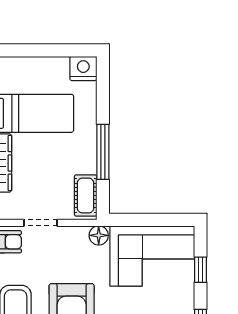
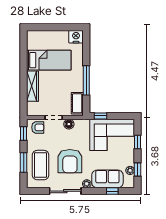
window: (130, 220) -> (100, 116), added
floor lamp: (99, 235) -> (69, 124), moved

